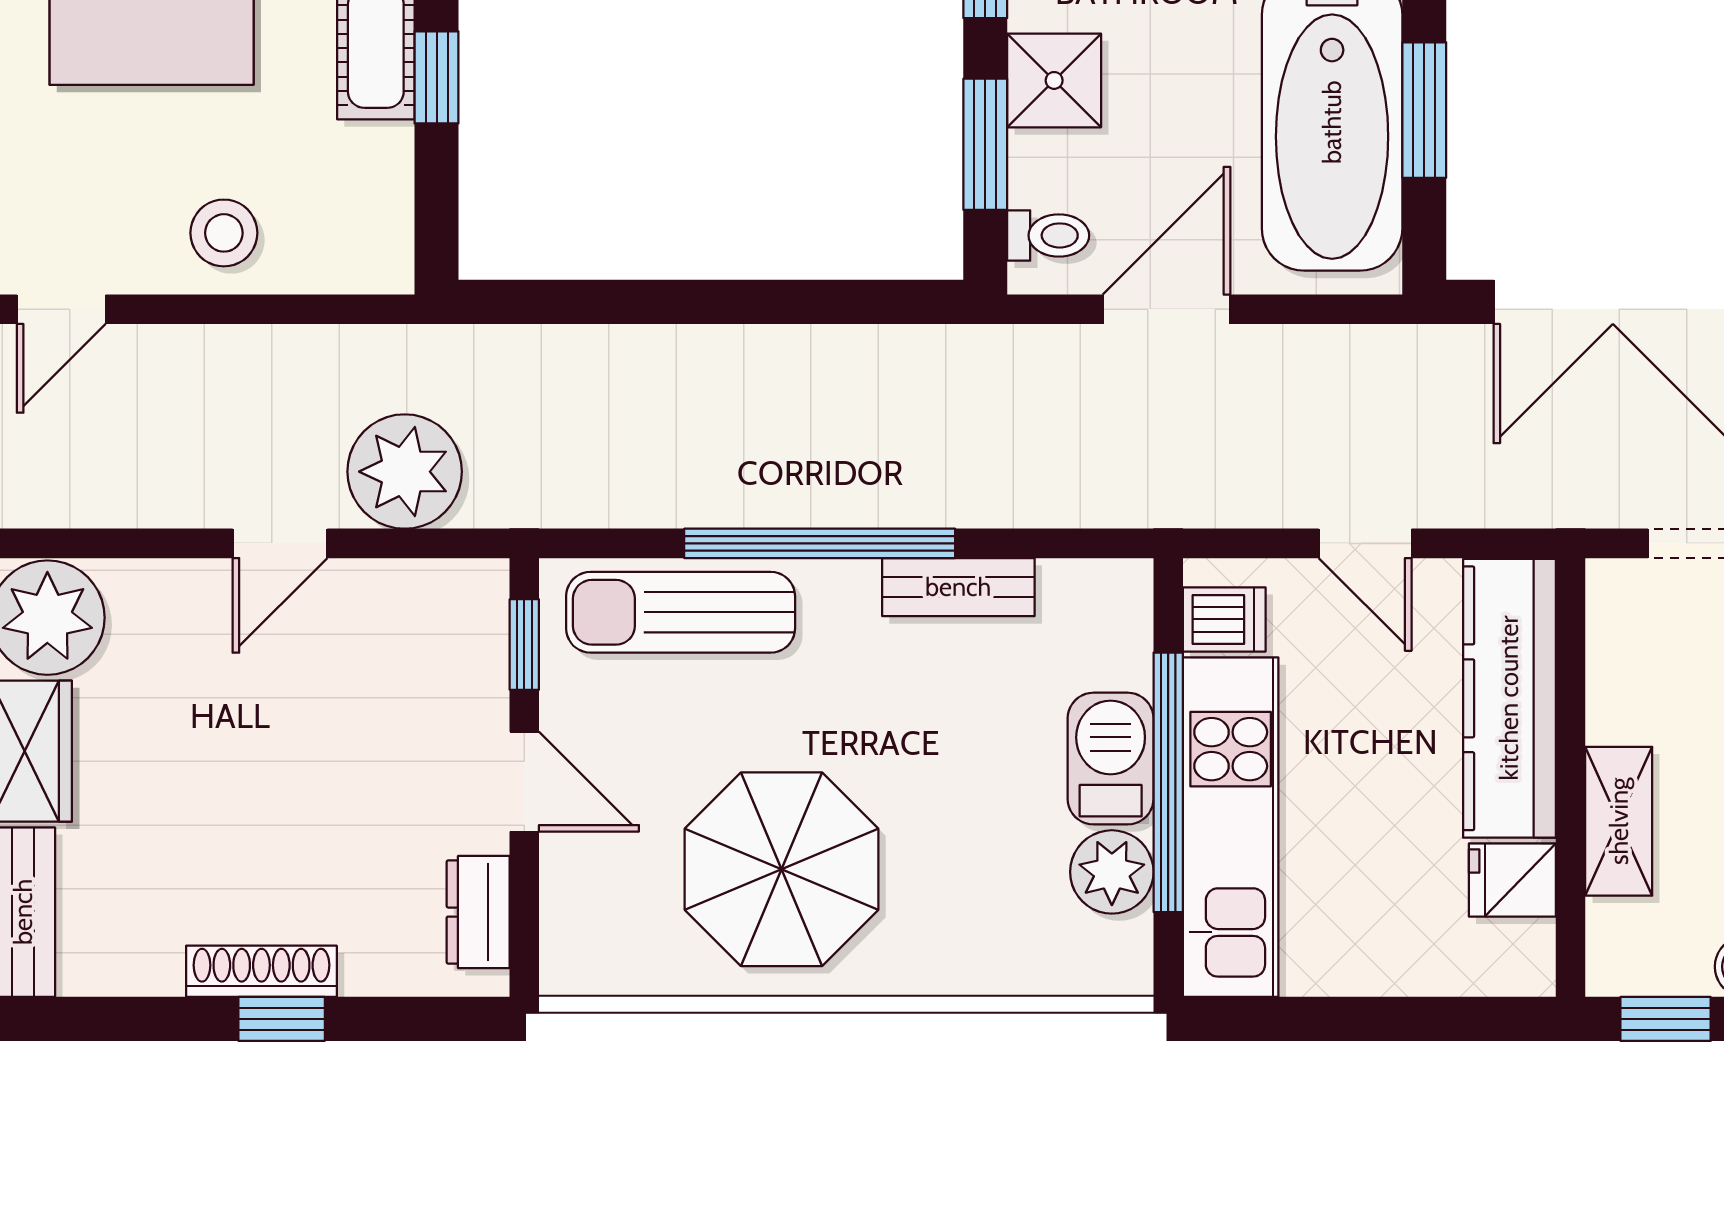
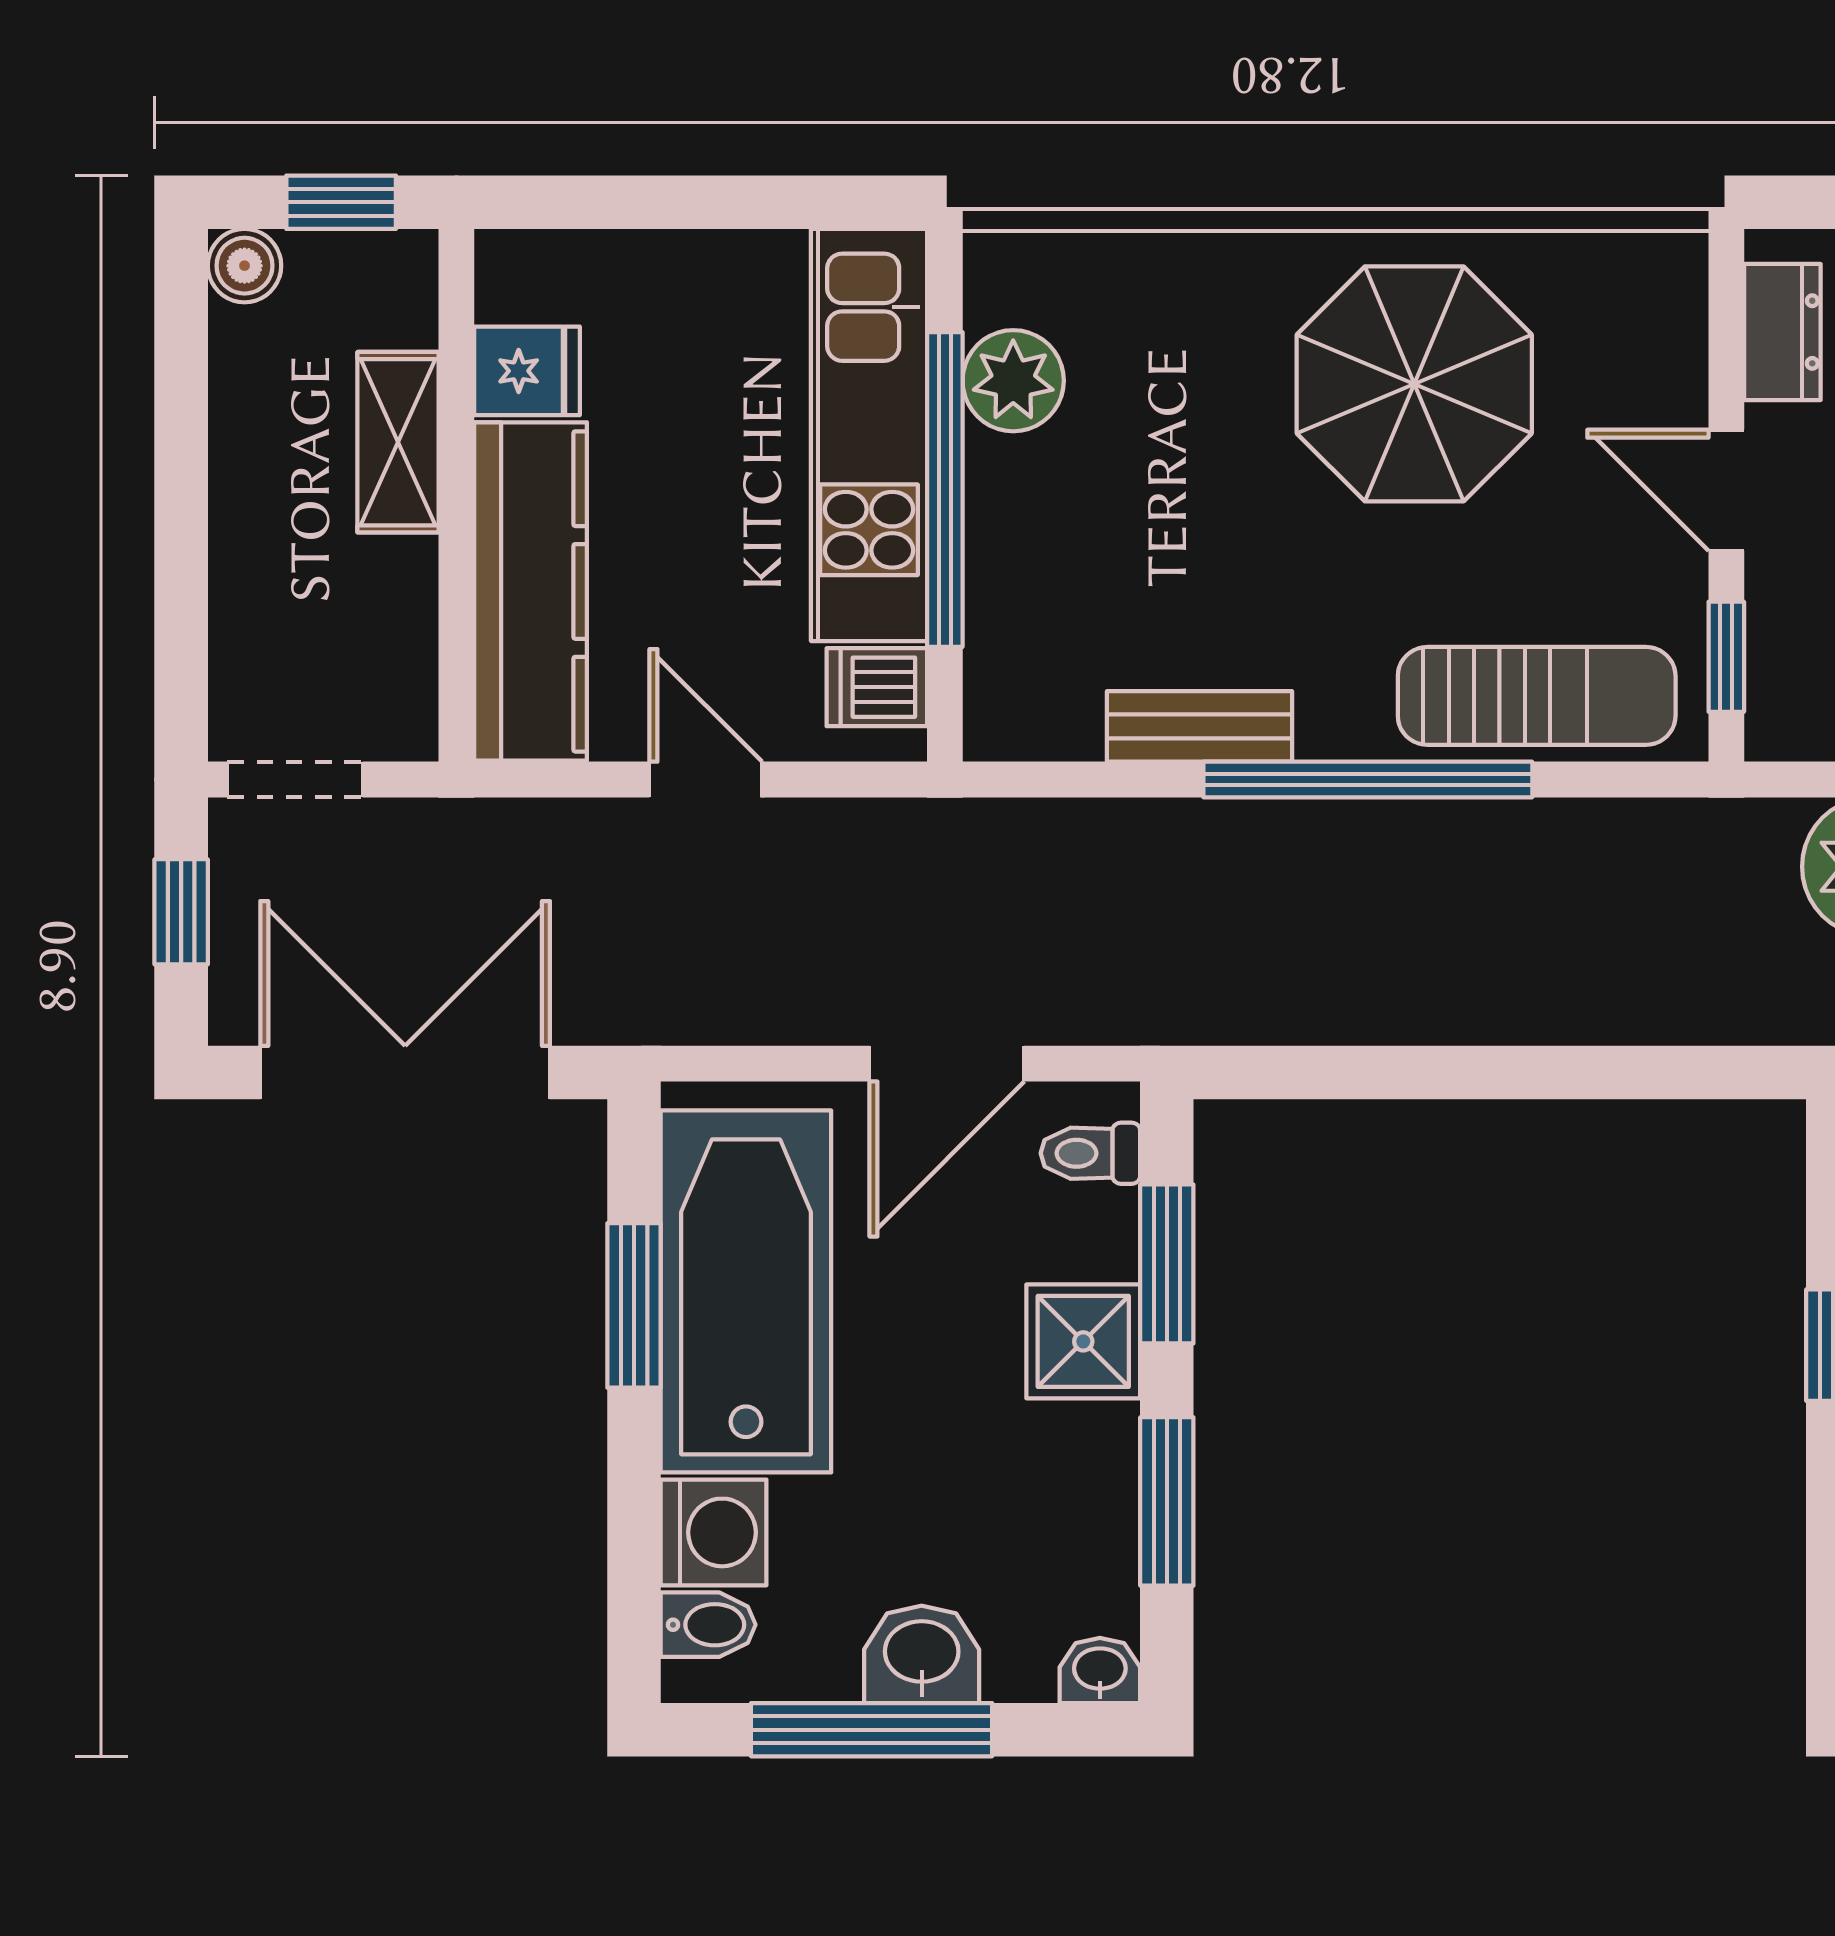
barbecue: (1111, 759) -> (1015, 518), removed

